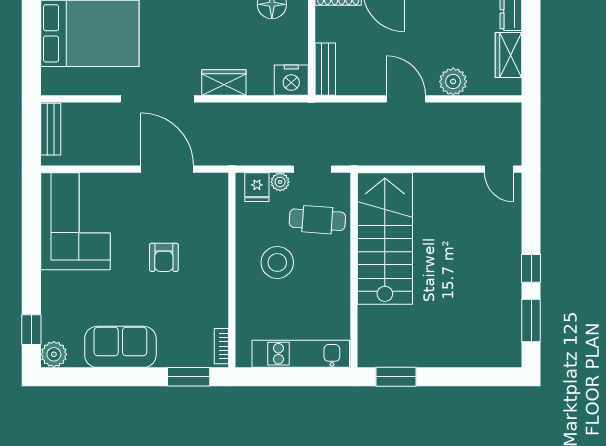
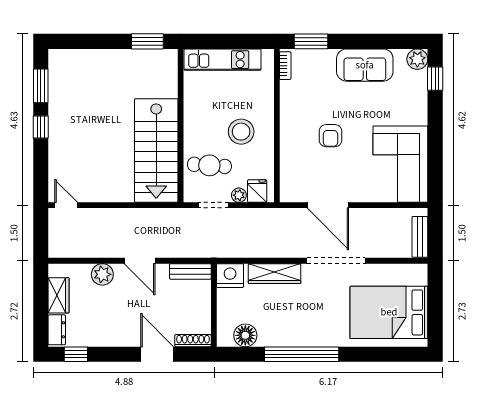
bench: (325, 69) -> (190, 271), moved, turned 90
wardrobe: (224, 83) -> (275, 274), width x1.50
armchair: (164, 257) -> (331, 136), turned 180

